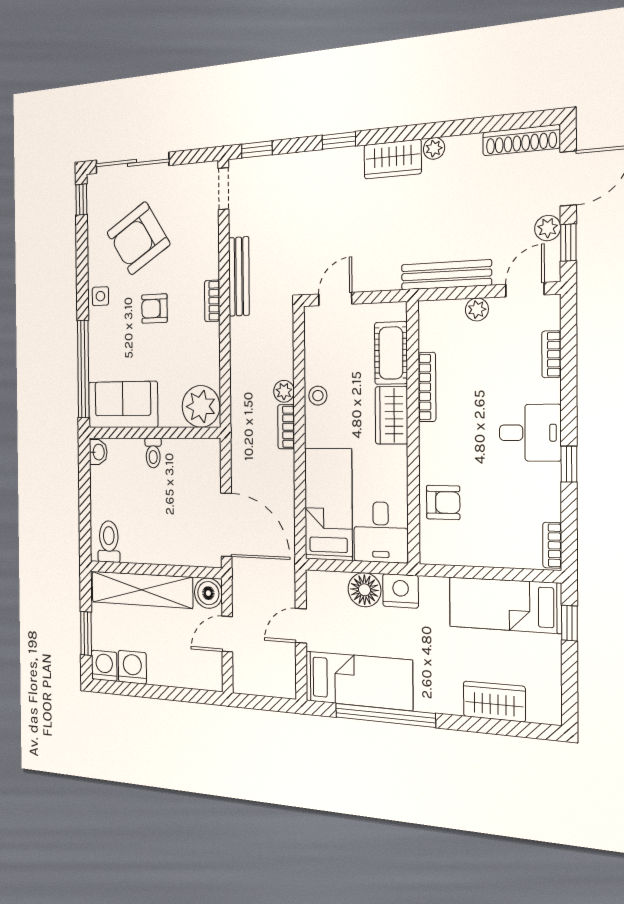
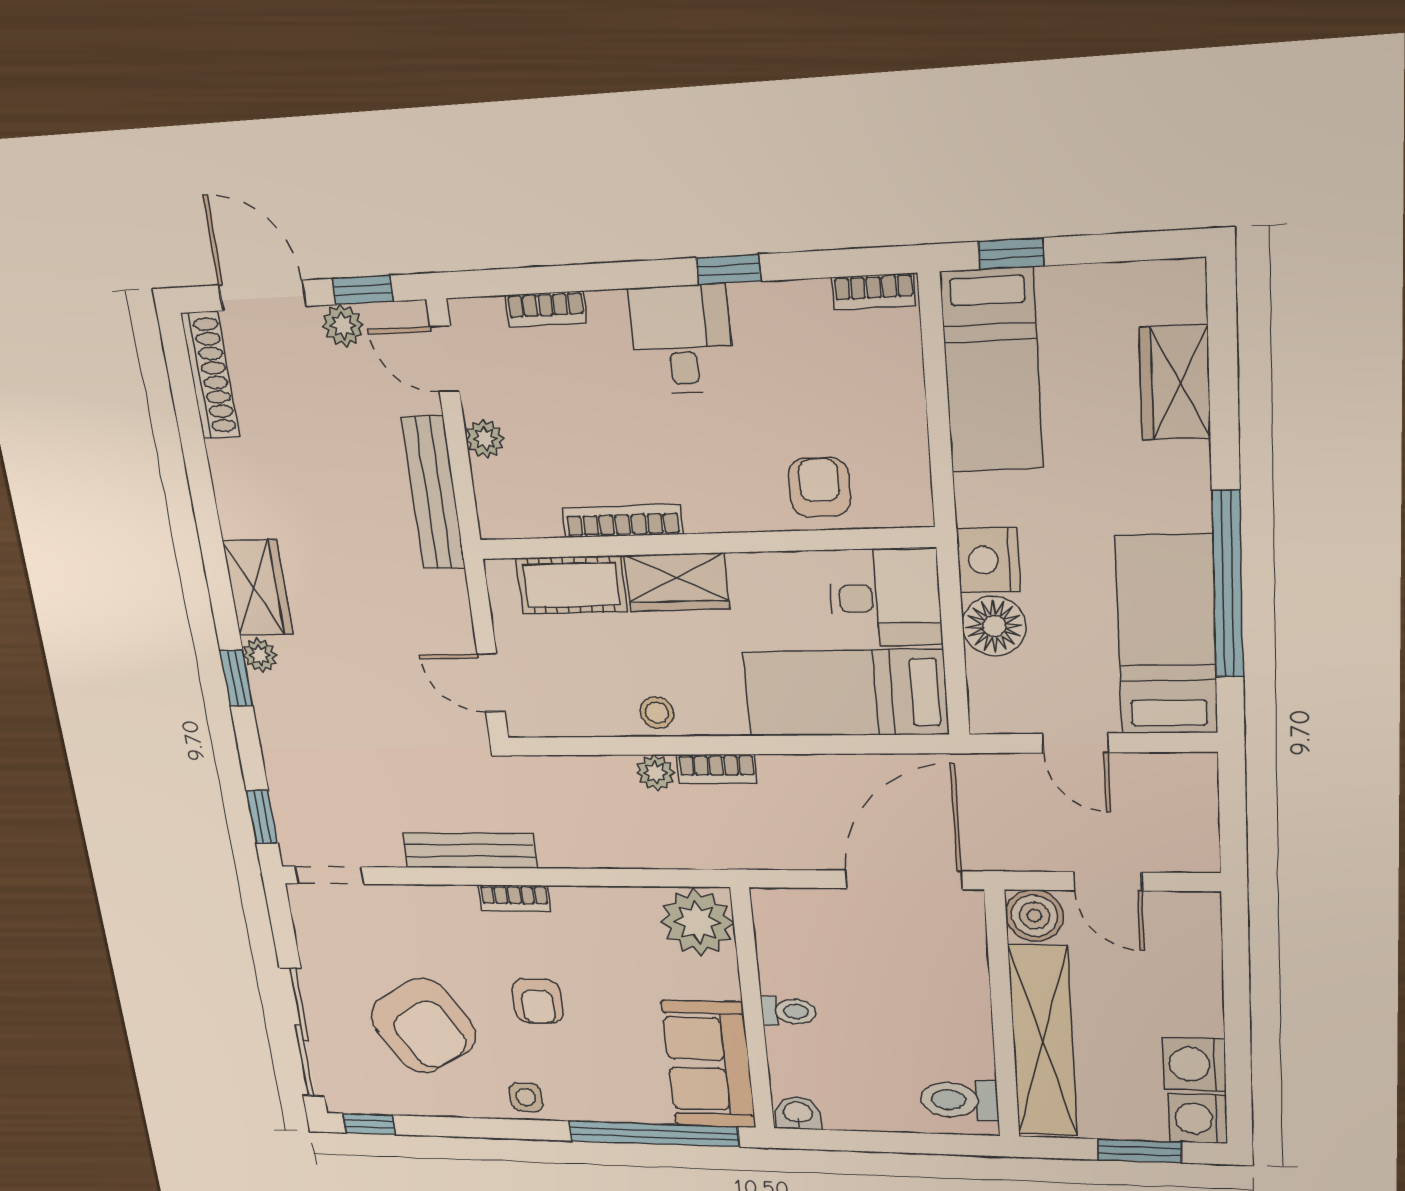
plant: (434, 148) -> (260, 655), moved

